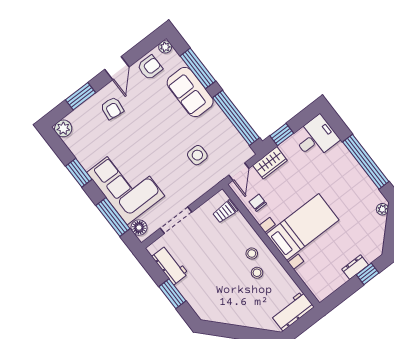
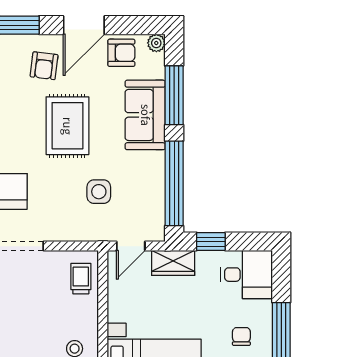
door: (117, 68) -> (84, 25), width x1.38
rug: (151, 132) -> (67, 126), added
chair: (258, 203) -> (241, 336), moved
trolley: (225, 212) -> (81, 279), turned 90

